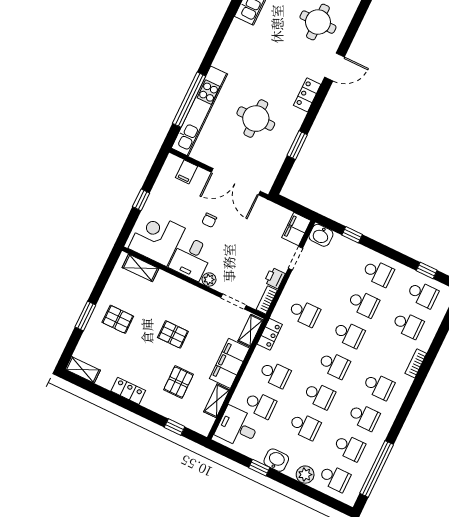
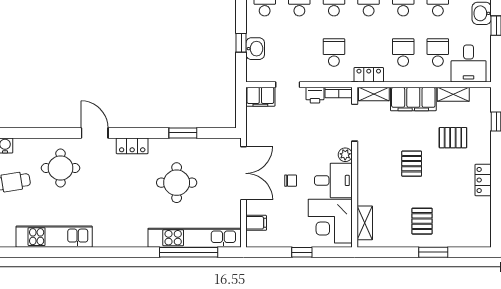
washbasin: (321, 235) -> (255, 49), moved
doorway: (233, 301) -> (355, 123), width x1.38
shelving: (83, 370) -> (484, 231), removed

